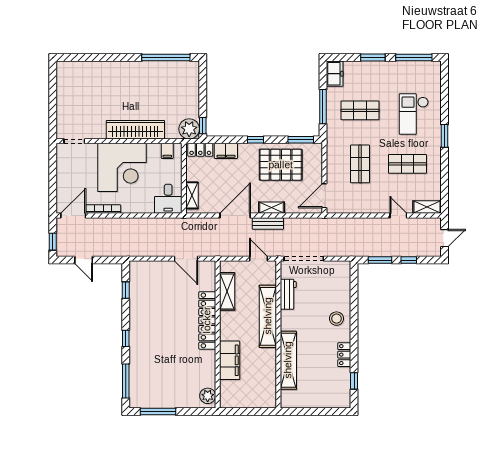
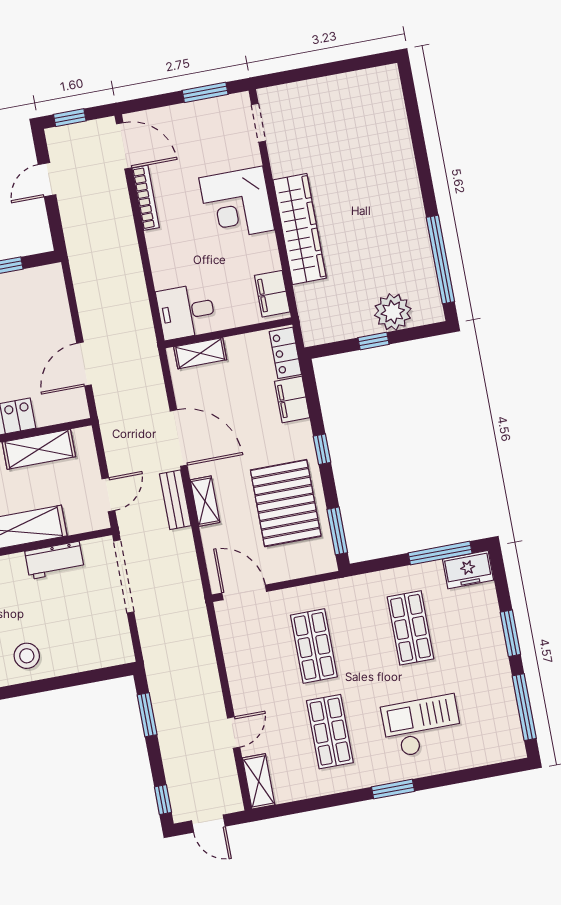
window: (323, 107) -> (440, 553), moved
window: (203, 126) -> (374, 341), moved
plant: (189, 129) -> (393, 312), moved
filing cabinet: (167, 151) -> (272, 294), width x2.00
shop shelf: (360, 164) -> (314, 646), turned 90
window: (53, 167) -> (205, 92), added
corner desk: (122, 167) -> (237, 204), width x0.74, depth x0.74
window: (409, 260) -> (163, 800), moved

